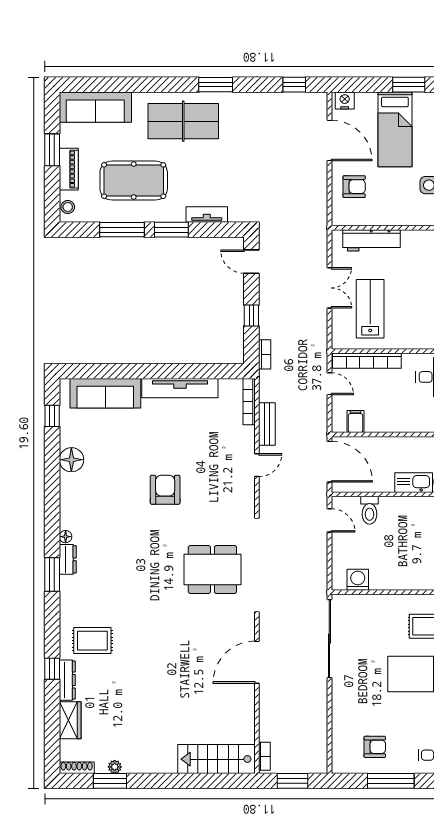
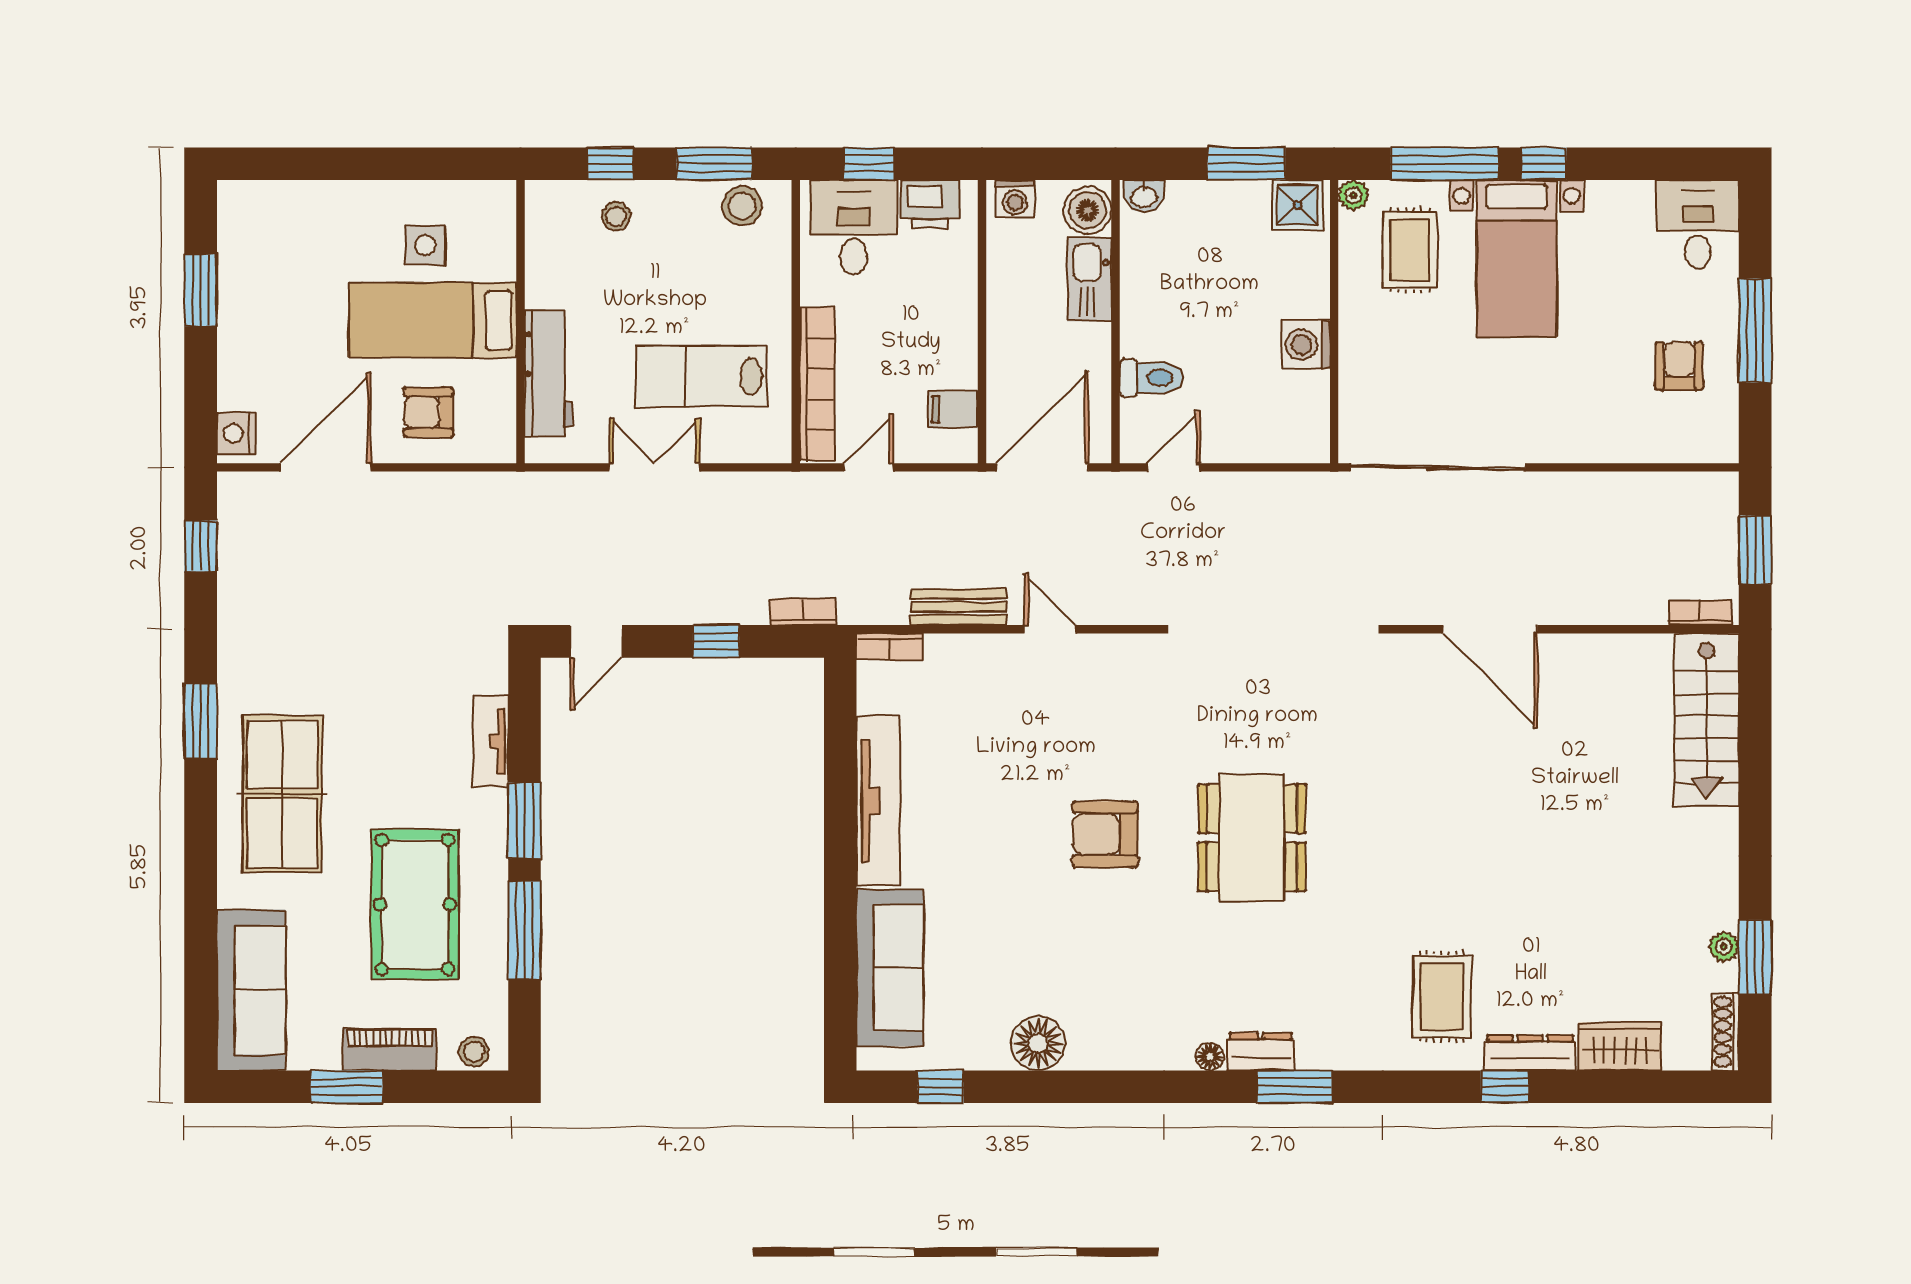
bed: (395, 129) -> (433, 320), moved, turned 180
armchair: (354, 187) -> (429, 412), turned -90
bookcase: (249, 402) -> (890, 647), width x0.64
dining table: (212, 570) -> (1252, 838), moved
washing machine: (358, 580) -> (1306, 345), moved

